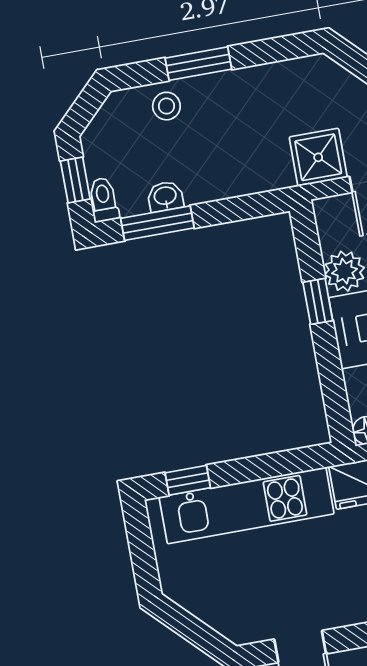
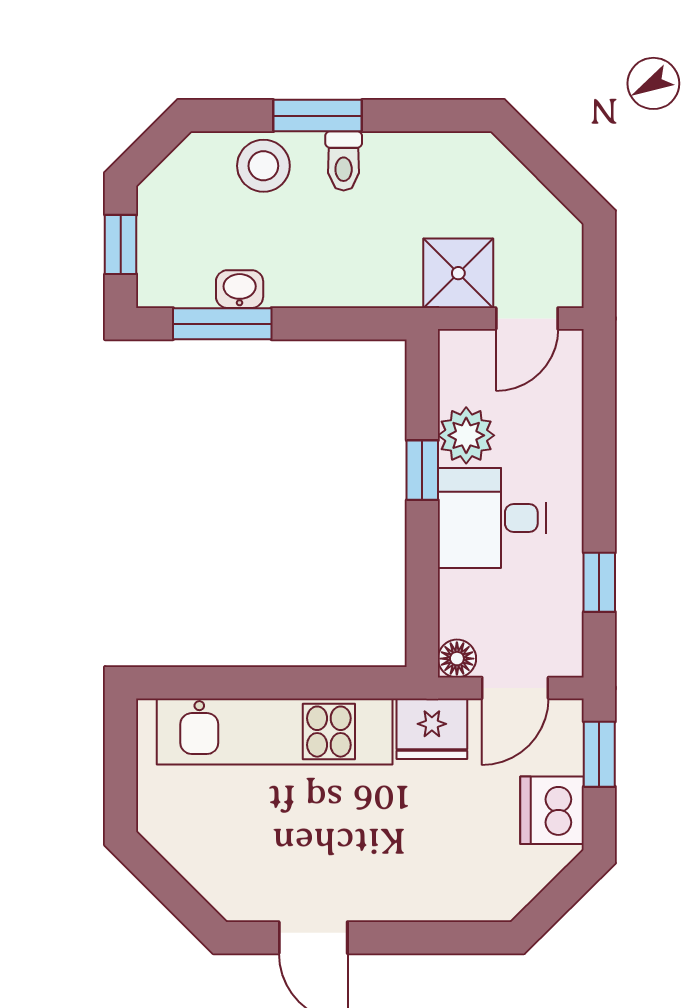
stool: (166, 106) -> (263, 166), width x1.37, depth x1.37
toilet: (104, 200) -> (344, 161), moved, turned 180
window: (188, 480) -> (200, 683), removed

